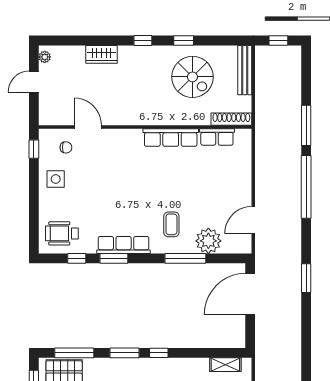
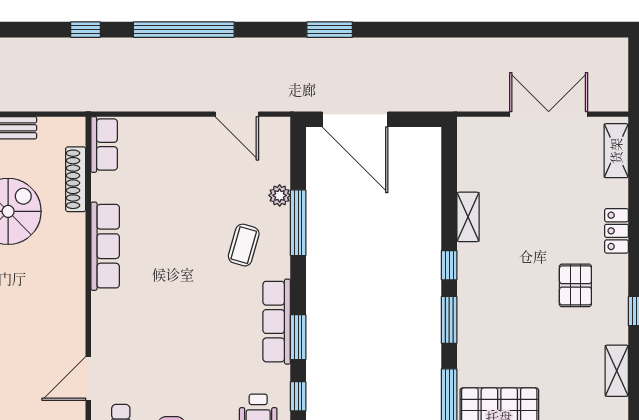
shoe rack: (231, 119) -> (76, 179), moved
window: (306, 125) -> (86, 30), width x0.46
row of seats: (217, 137) -> (104, 145), moved
coffee table: (171, 224) -> (244, 245), turned -74
plant: (208, 241) -> (280, 195), width x0.53, depth x0.53
shelving: (225, 365) -> (468, 217), moved

